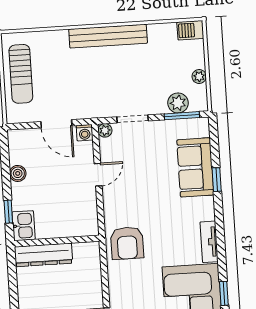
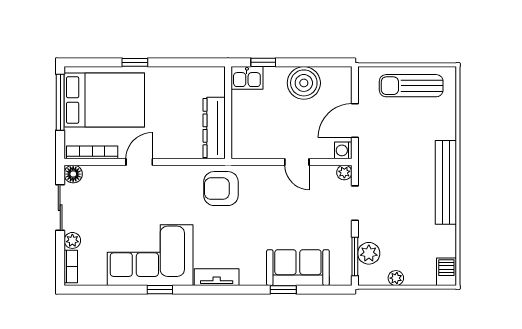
boiler: (18, 173) -> (304, 83), width x1.86, depth x1.86
dresser: (43, 255) -> (214, 128), moved

